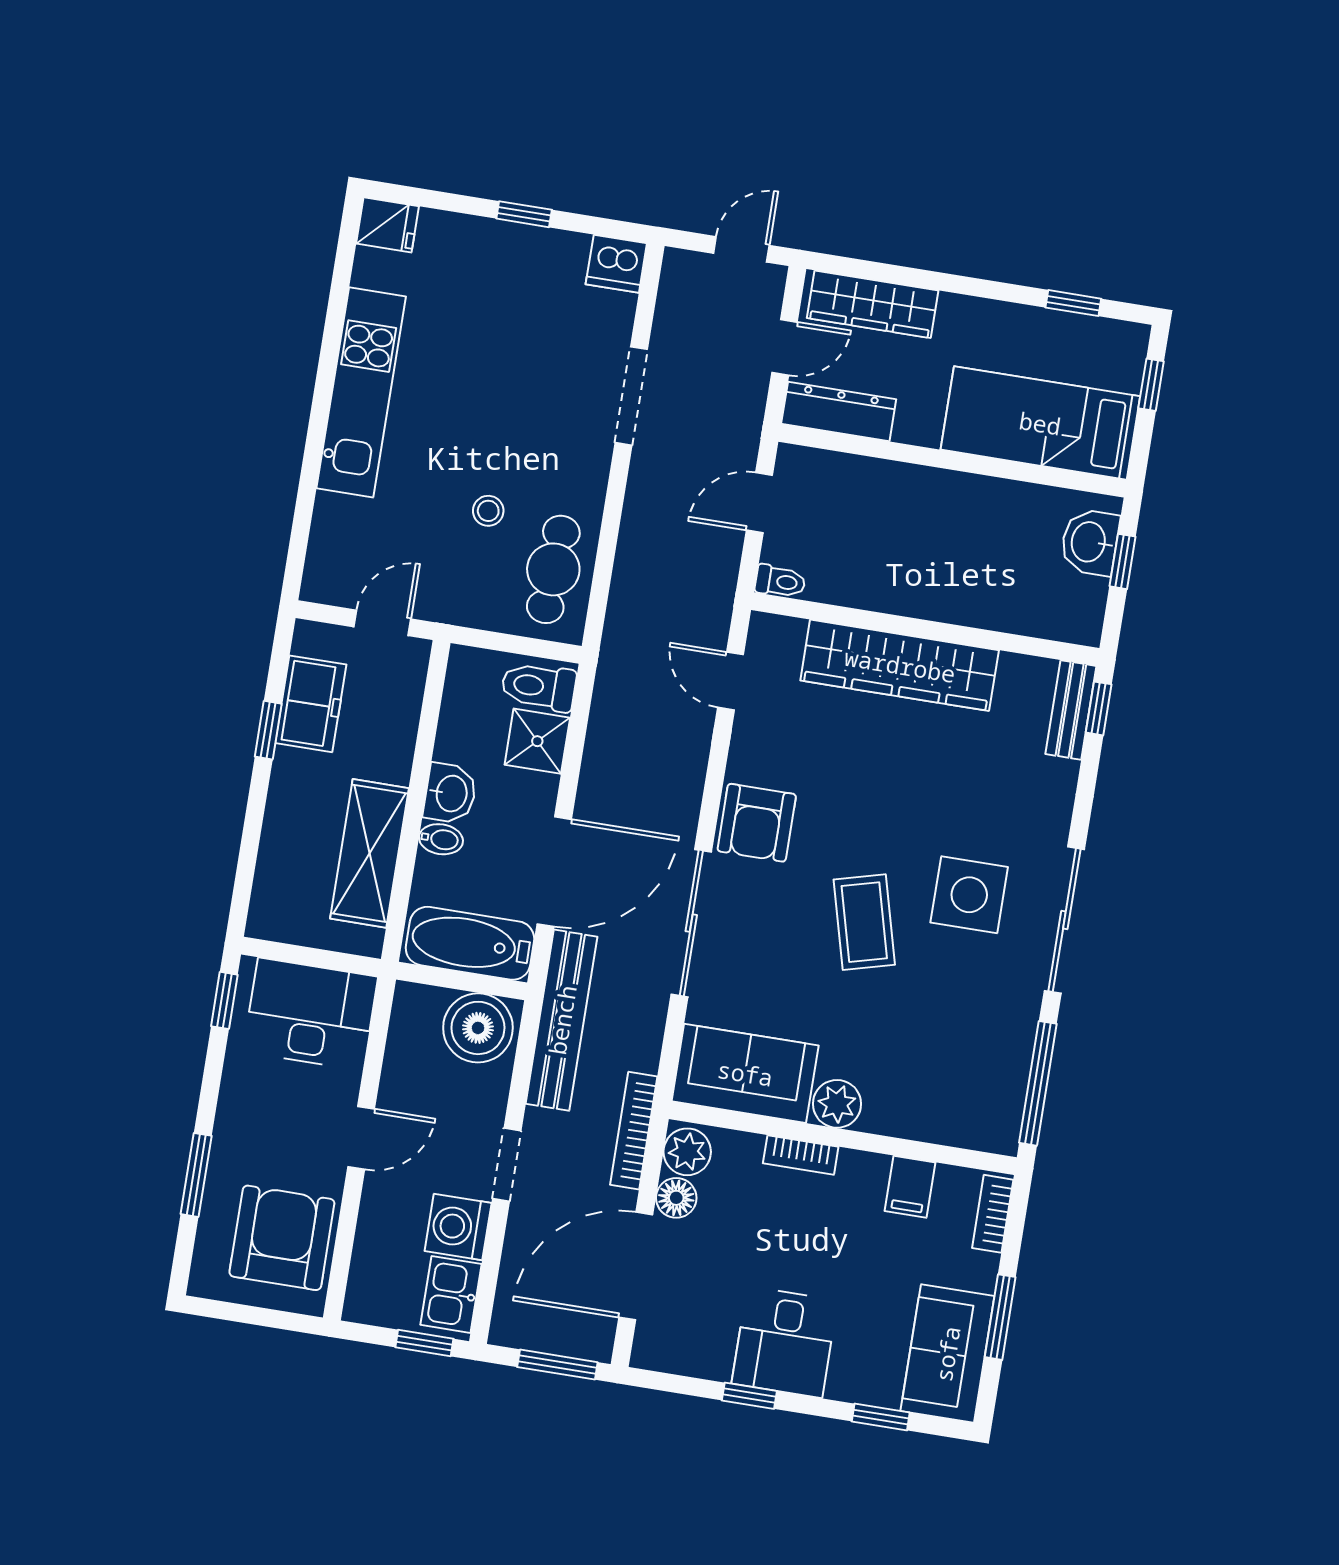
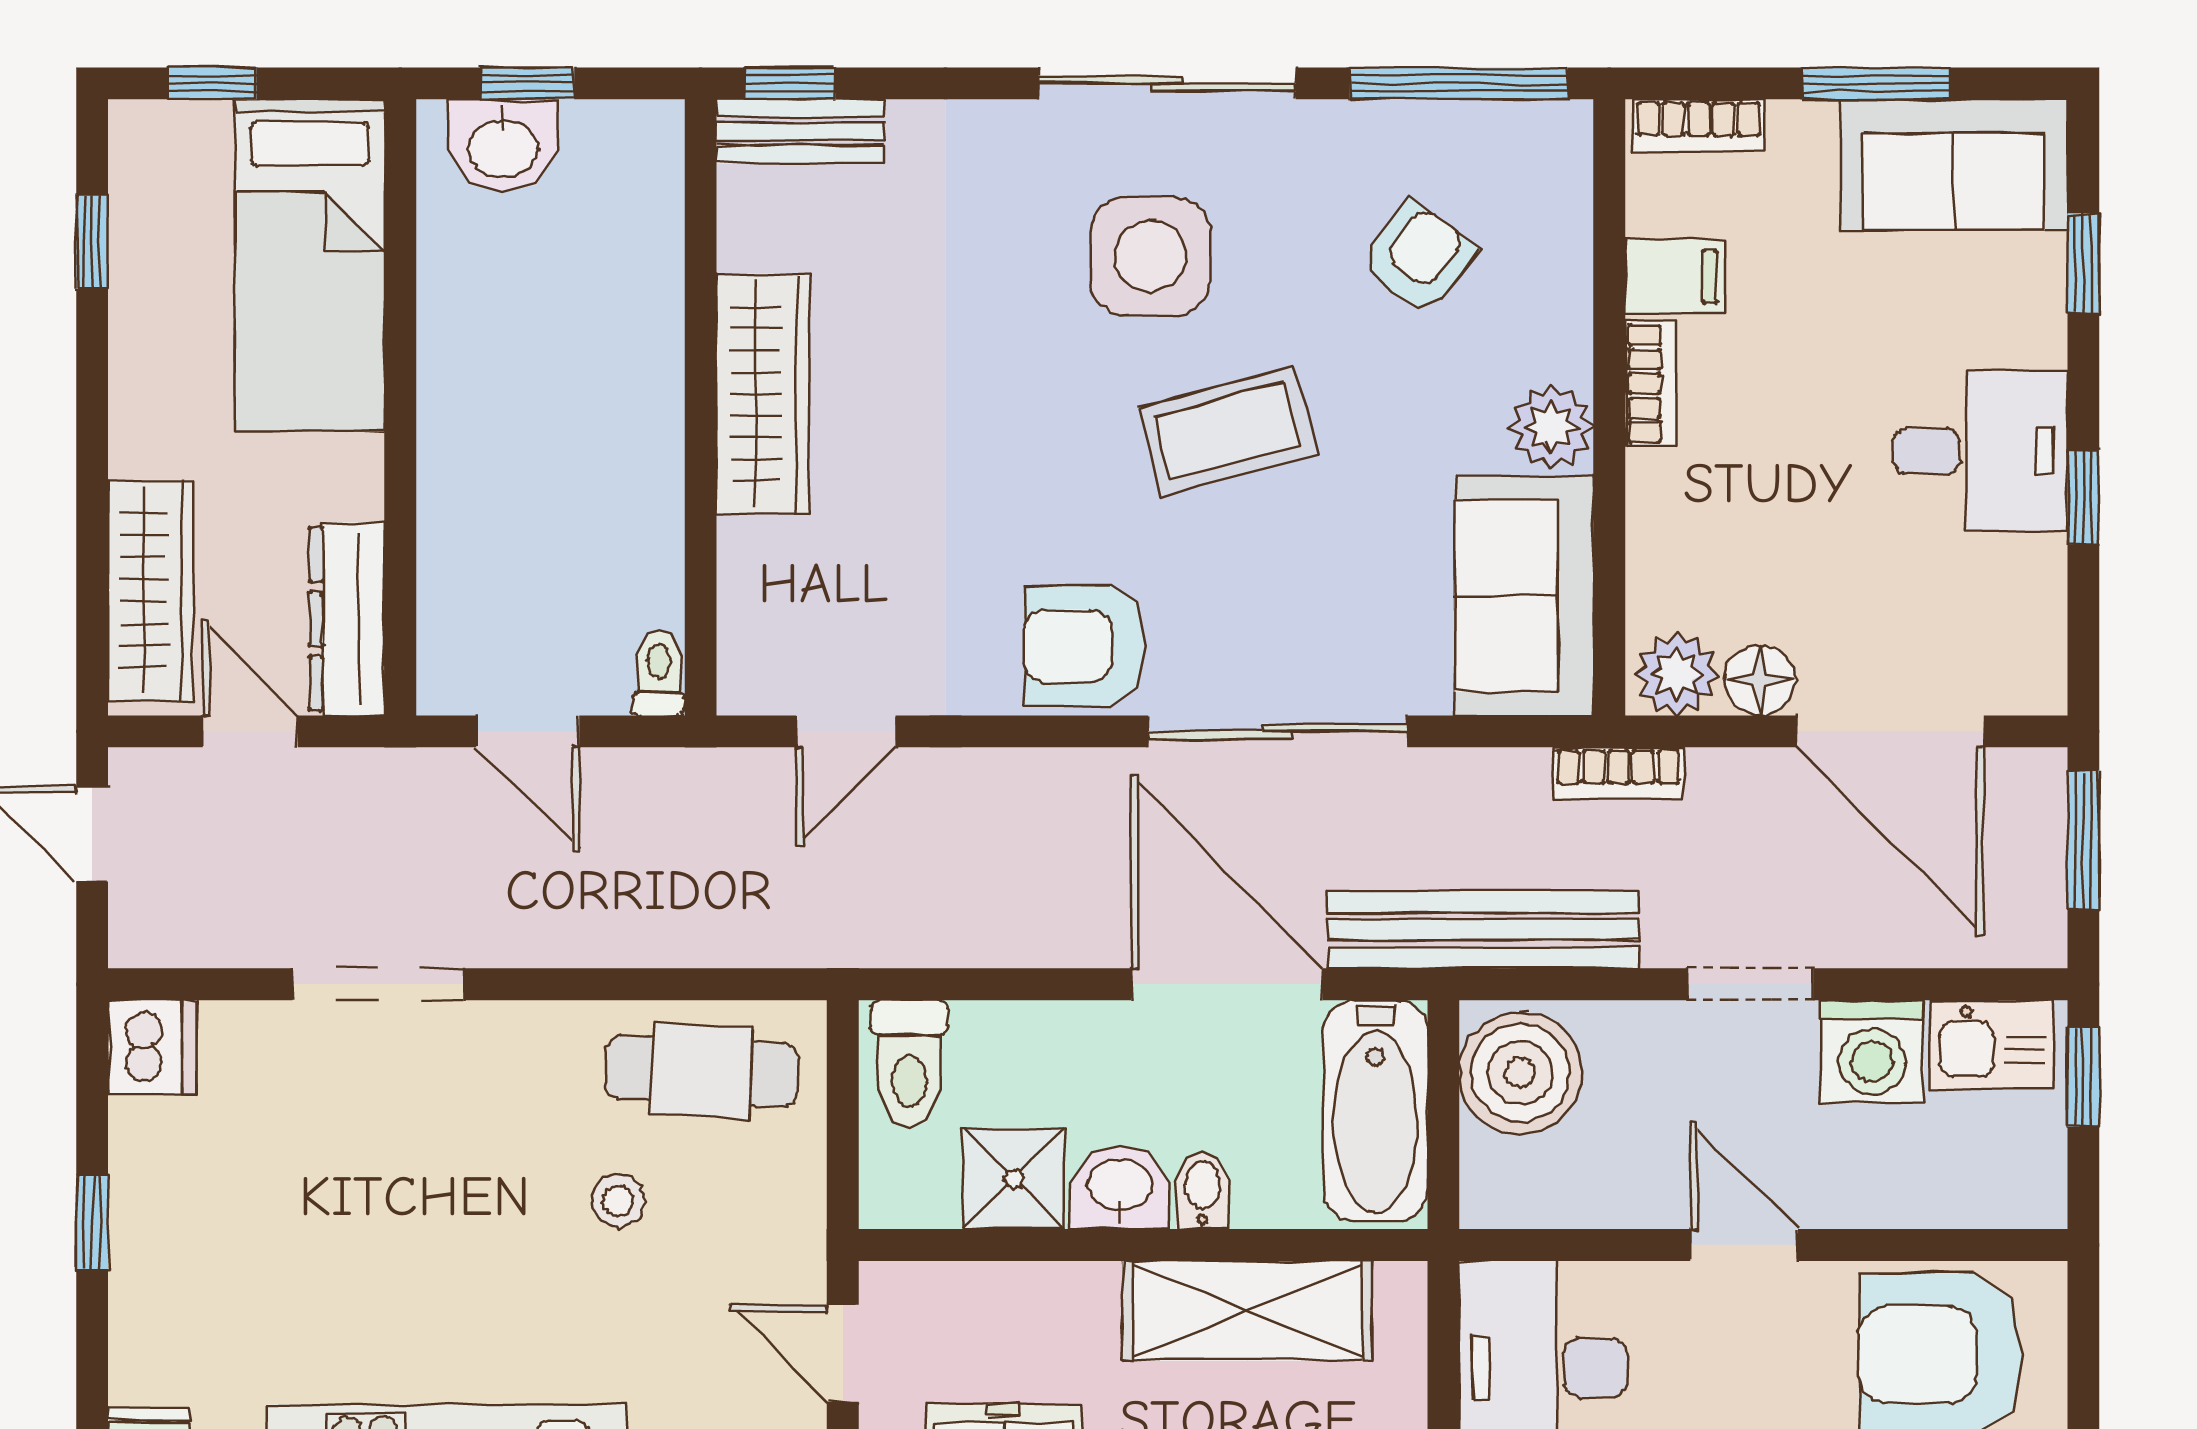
wardrobe: (900, 665) -> (763, 394), width x0.71, depth x0.85
shower: (537, 741) -> (1014, 1179), moved
armchair: (757, 823) -> (1085, 646), turned 180
armchair: (944, 1044) -> (1418, 258), added
bookcase: (634, 1131) -> (1619, 773), width x0.64
bookcase: (801, 1155) -> (1650, 384), moved

